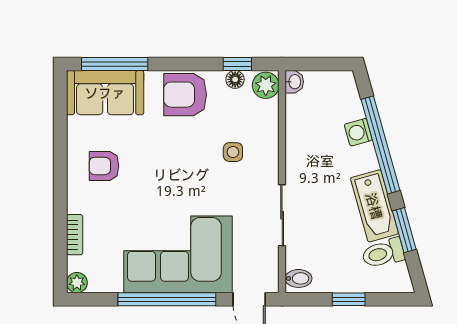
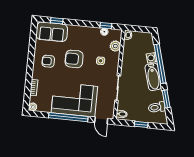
window: (115, 64) -> (57, 21), width x0.46
plant: (266, 85) -> (115, 46), moved
armchair: (185, 95) -> (74, 59), moved
bathtub: (374, 206) -> (153, 77), moved

